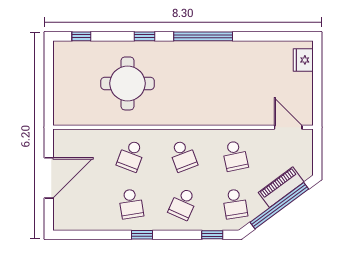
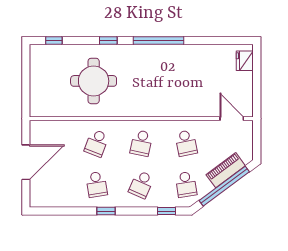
school desk: (183, 156) -> (141, 143), turned 33

